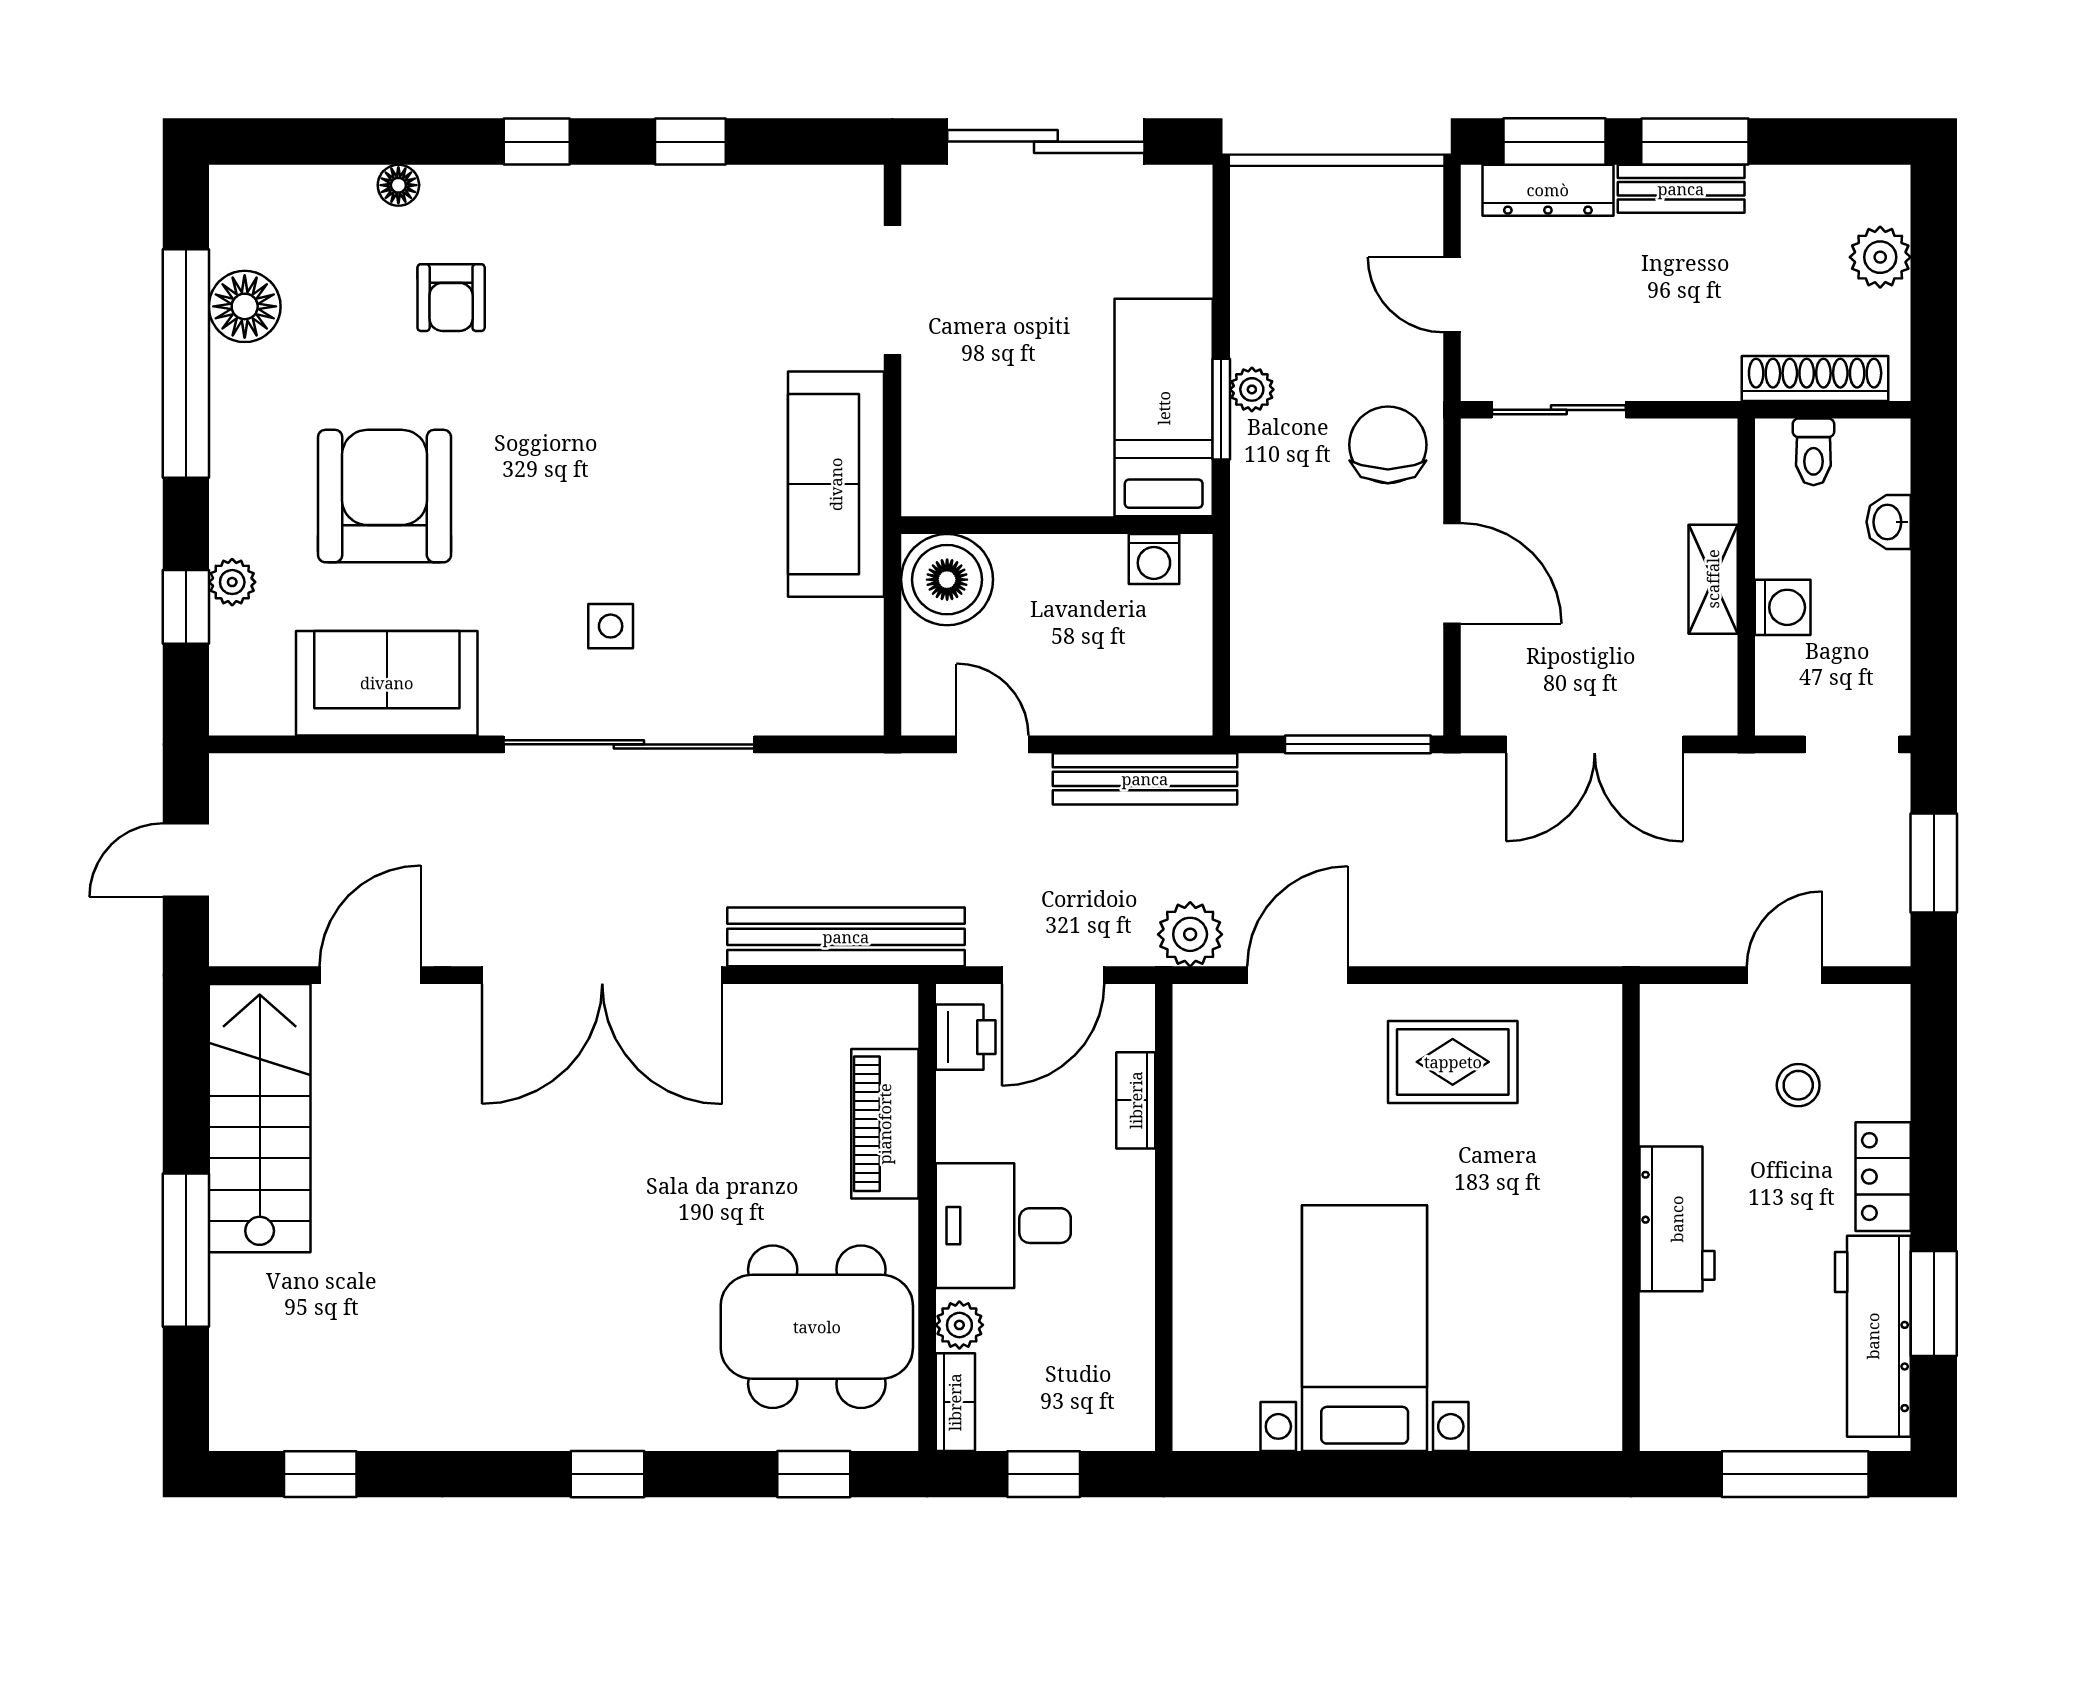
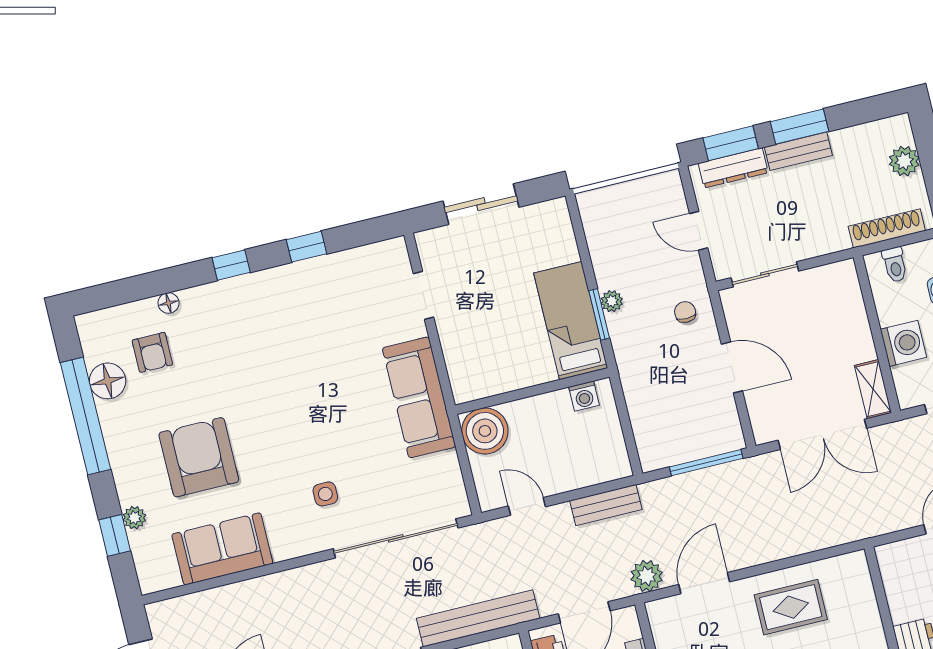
sliding door: (1046, 142) -> (481, 204), width x0.73
doorway: (893, 290) -> (424, 295), width x0.73
armchair: (451, 298) -> (152, 352), moved
chair: (1388, 445) -> (685, 312), width x0.54, depth x0.54
shelving: (1713, 579) -> (873, 389), moved
washing machine: (1783, 607) -> (903, 343), width x1.38, depth x1.38
sliding door: (629, 744) -> (396, 538), moved
bench: (1145, 779) -> (606, 505), width x0.73

